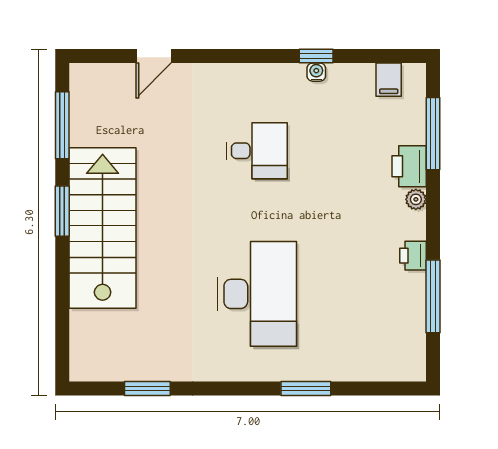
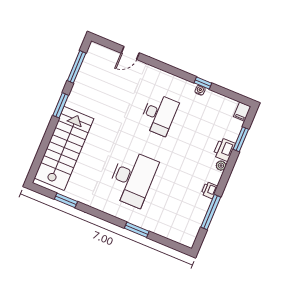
filing cabinet: (389, 80) -> (242, 112), moved
window: (433, 134) -> (241, 139), width x0.69
desk: (257, 151) -> (159, 114), width x1.37
stairs: (103, 228) -> (64, 148), moved

